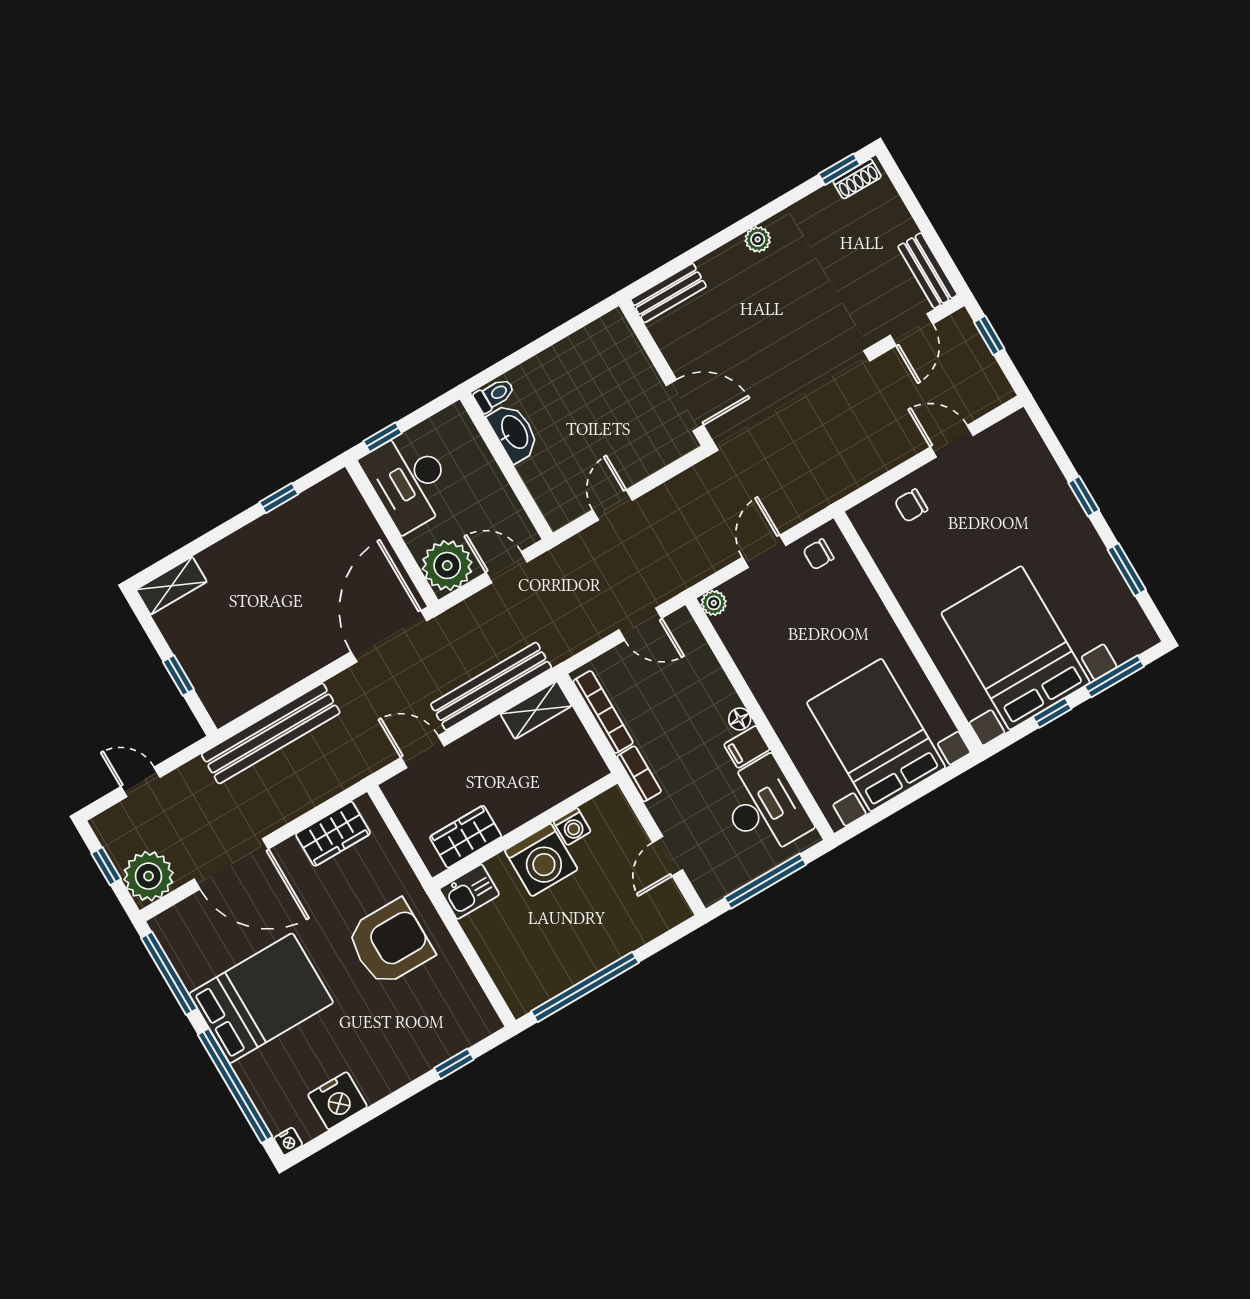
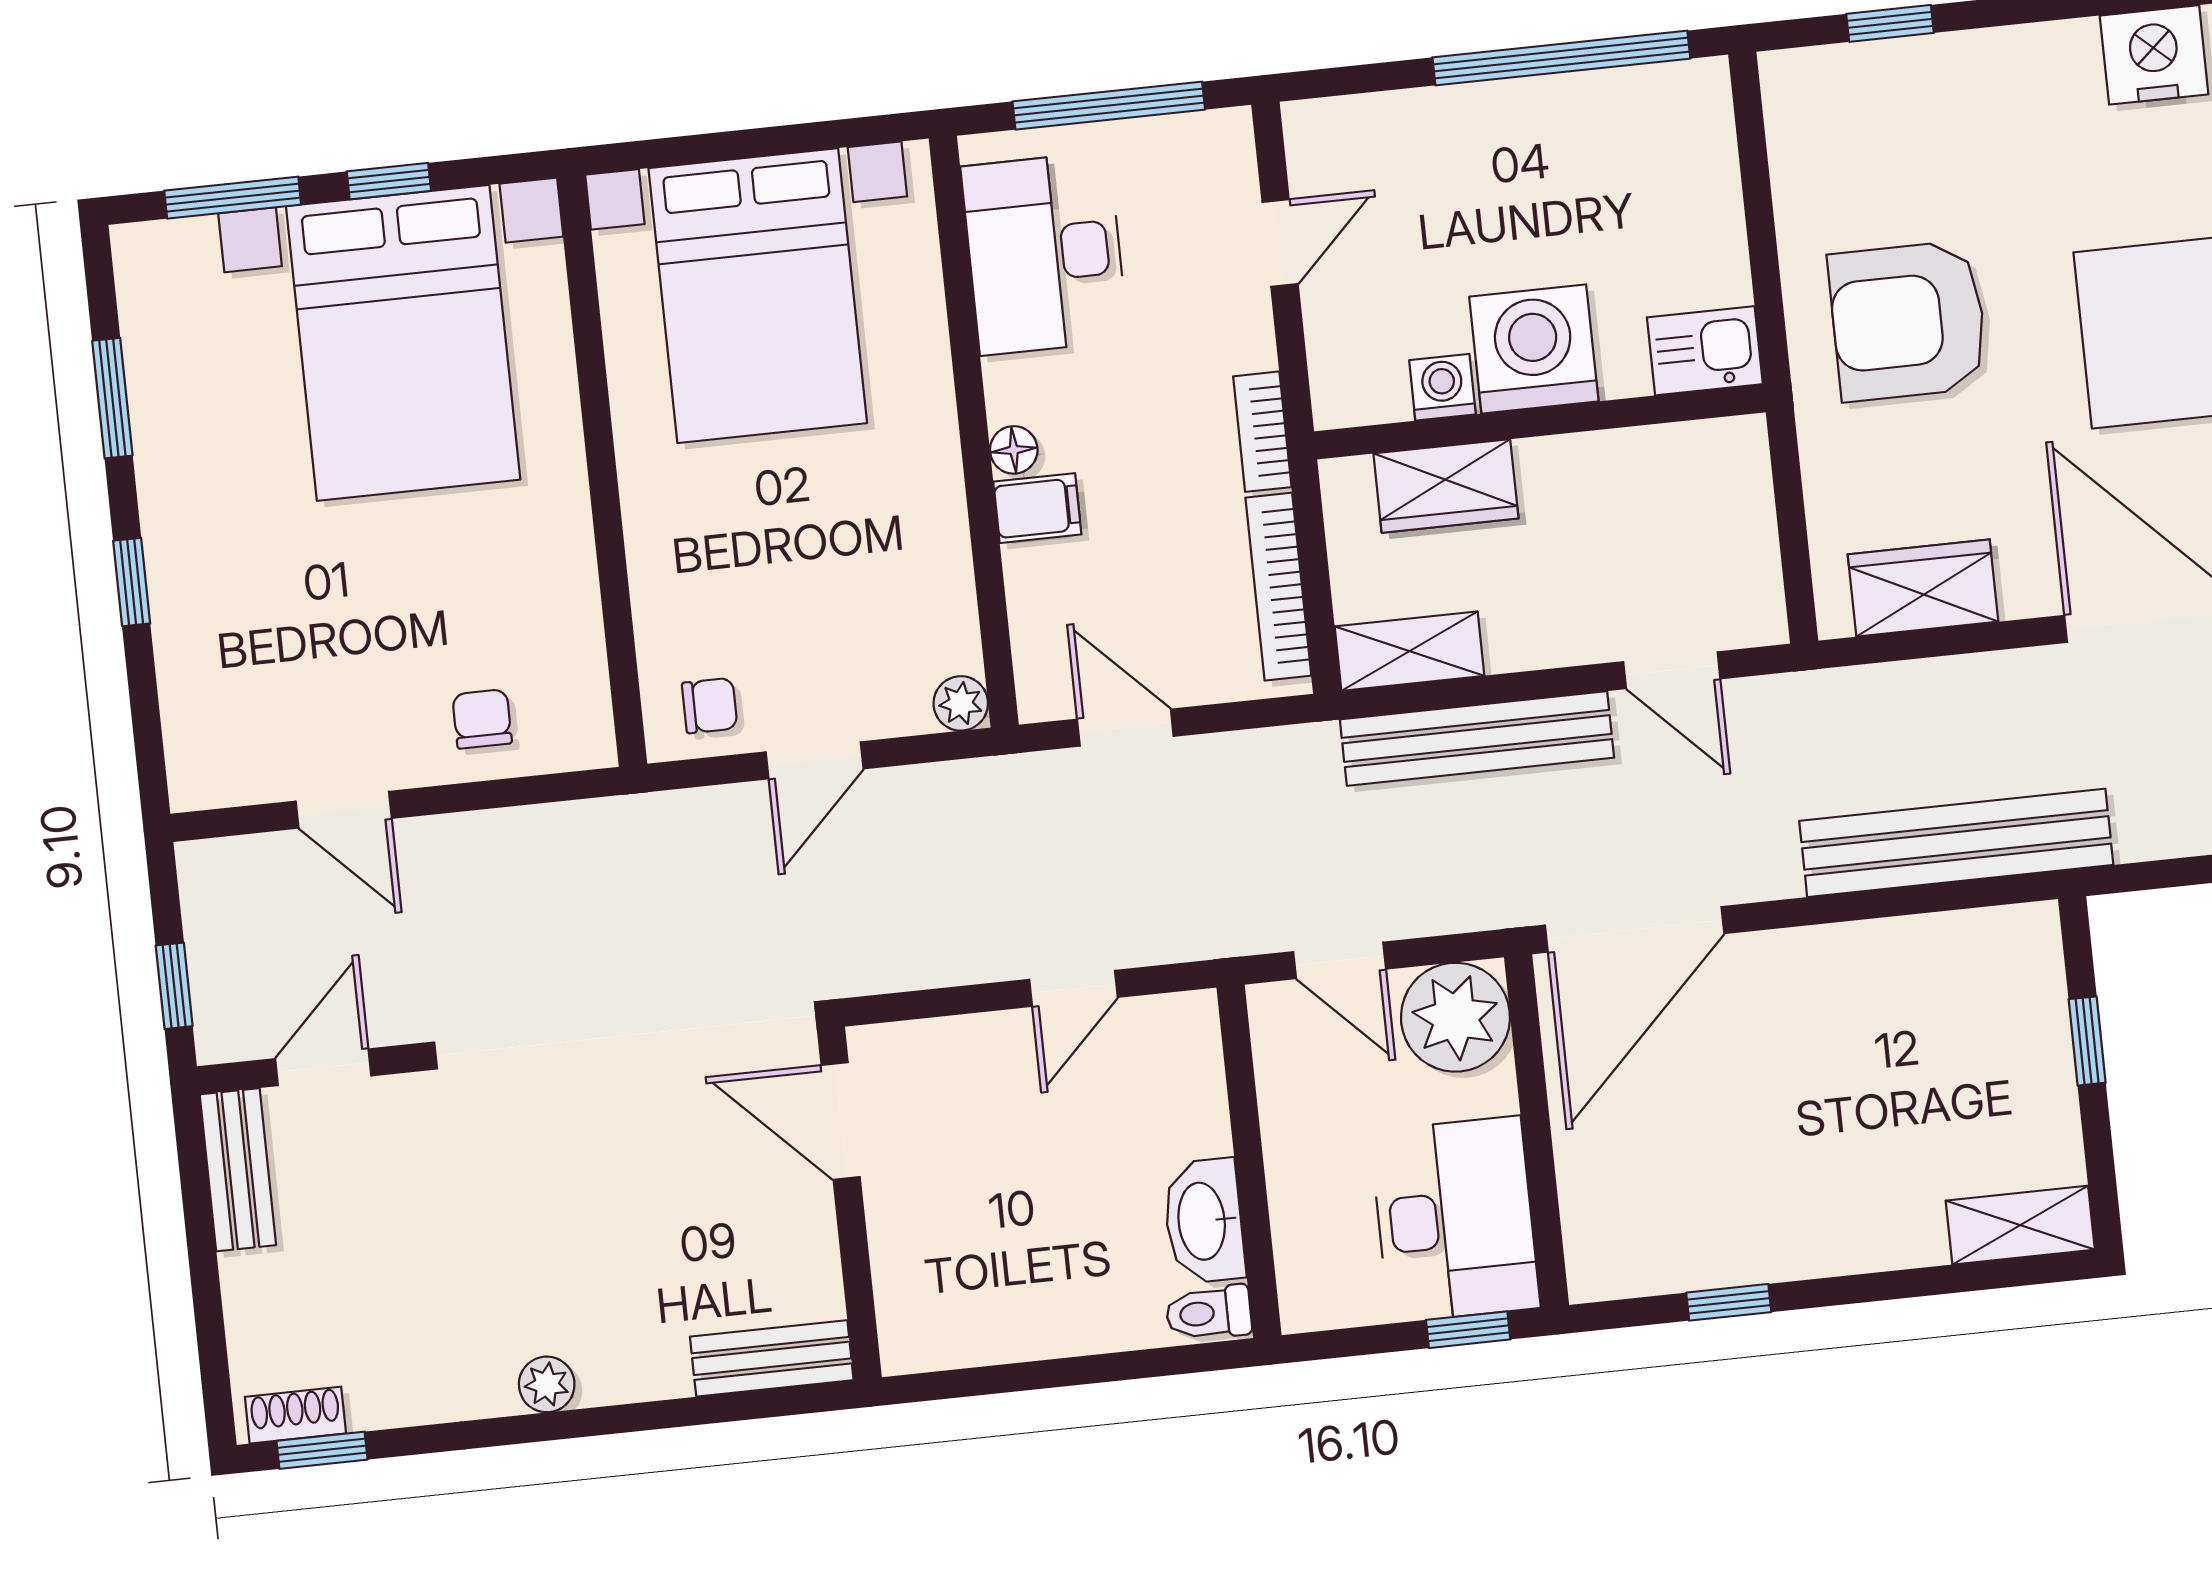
chair: (911, 506) -> (482, 719), turned -90
filing cabinet: (747, 747) -> (1037, 508), moved
wardrobe: (466, 837) -> (1446, 486), moved

